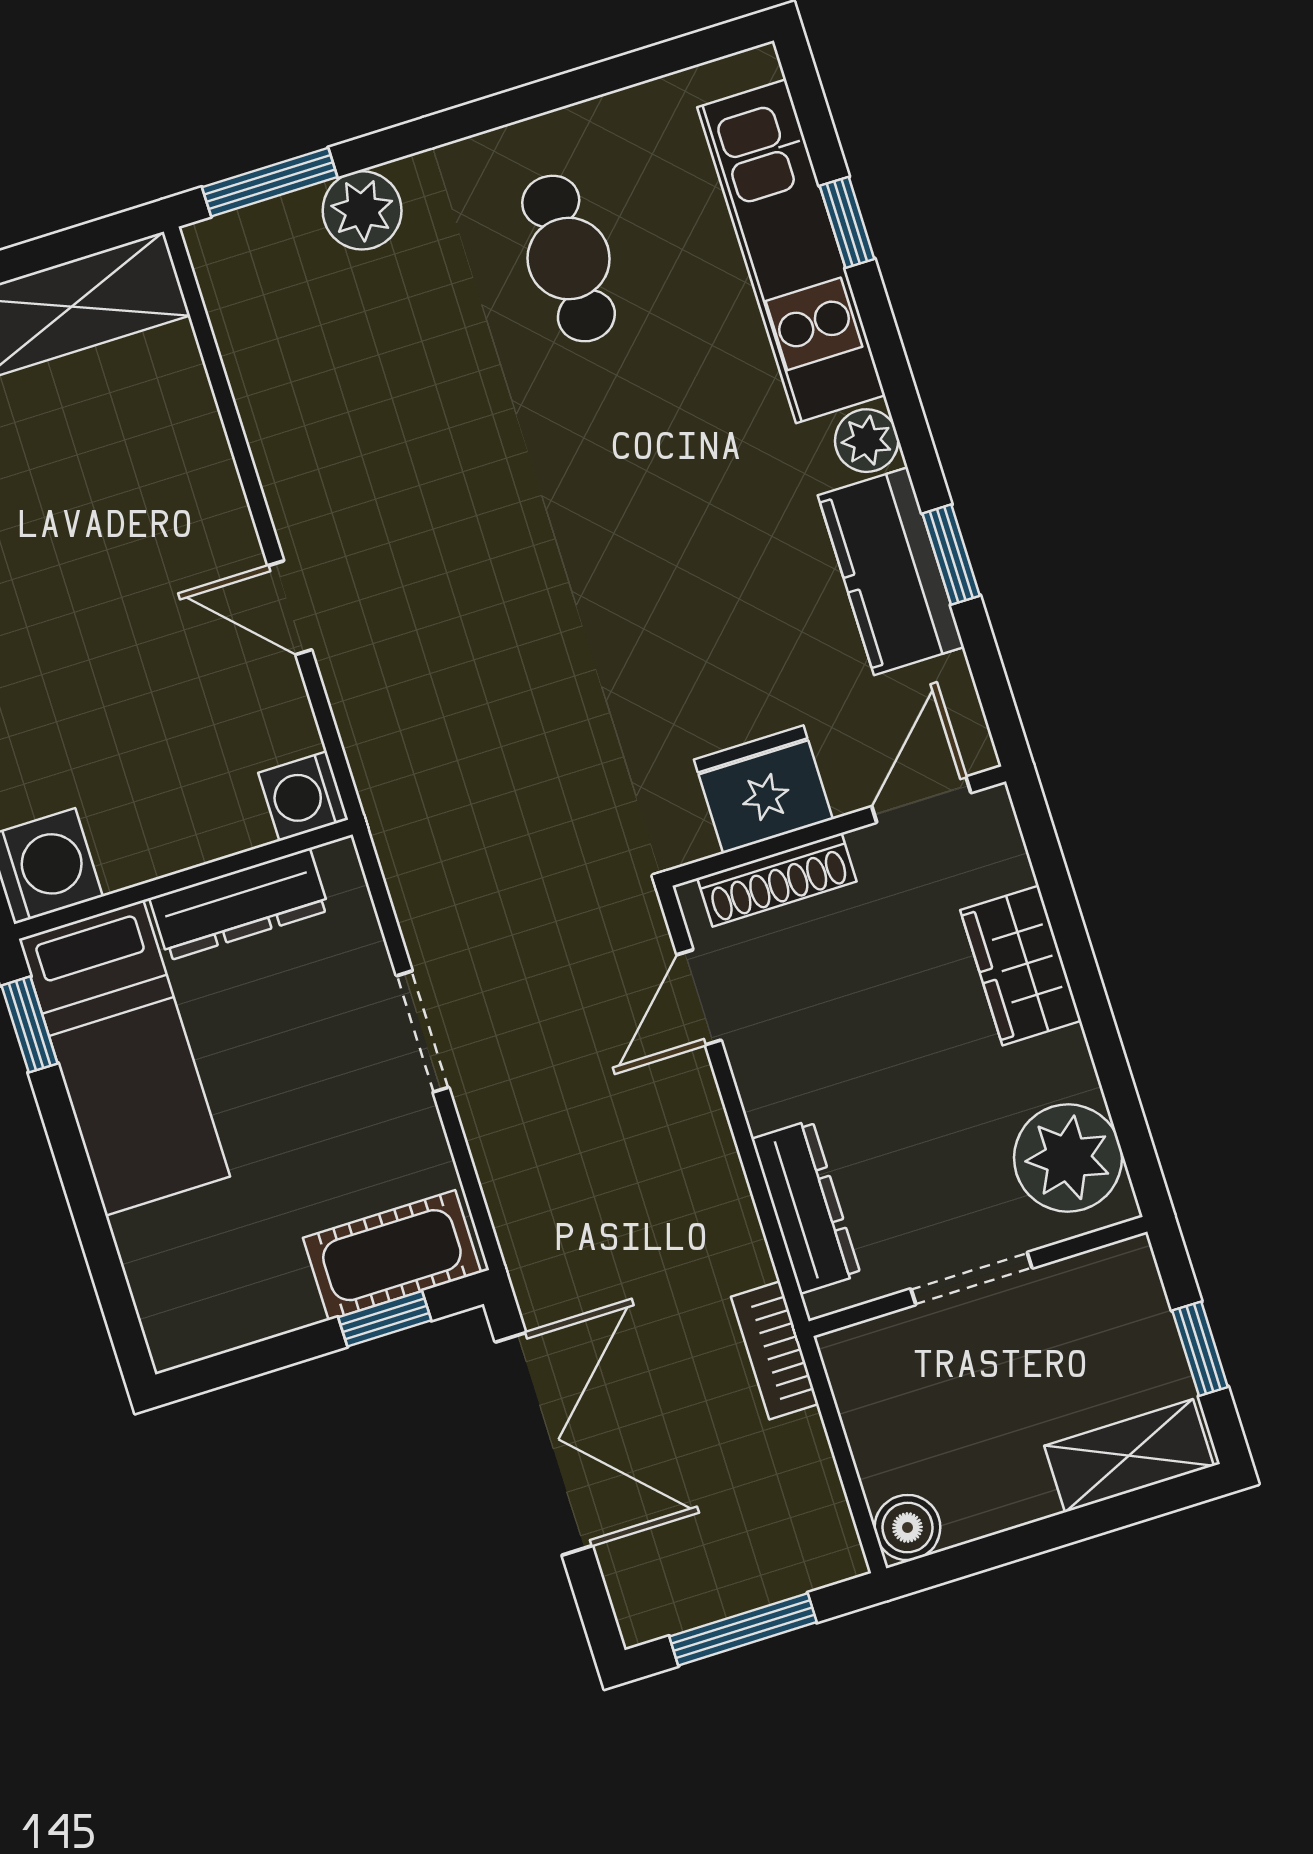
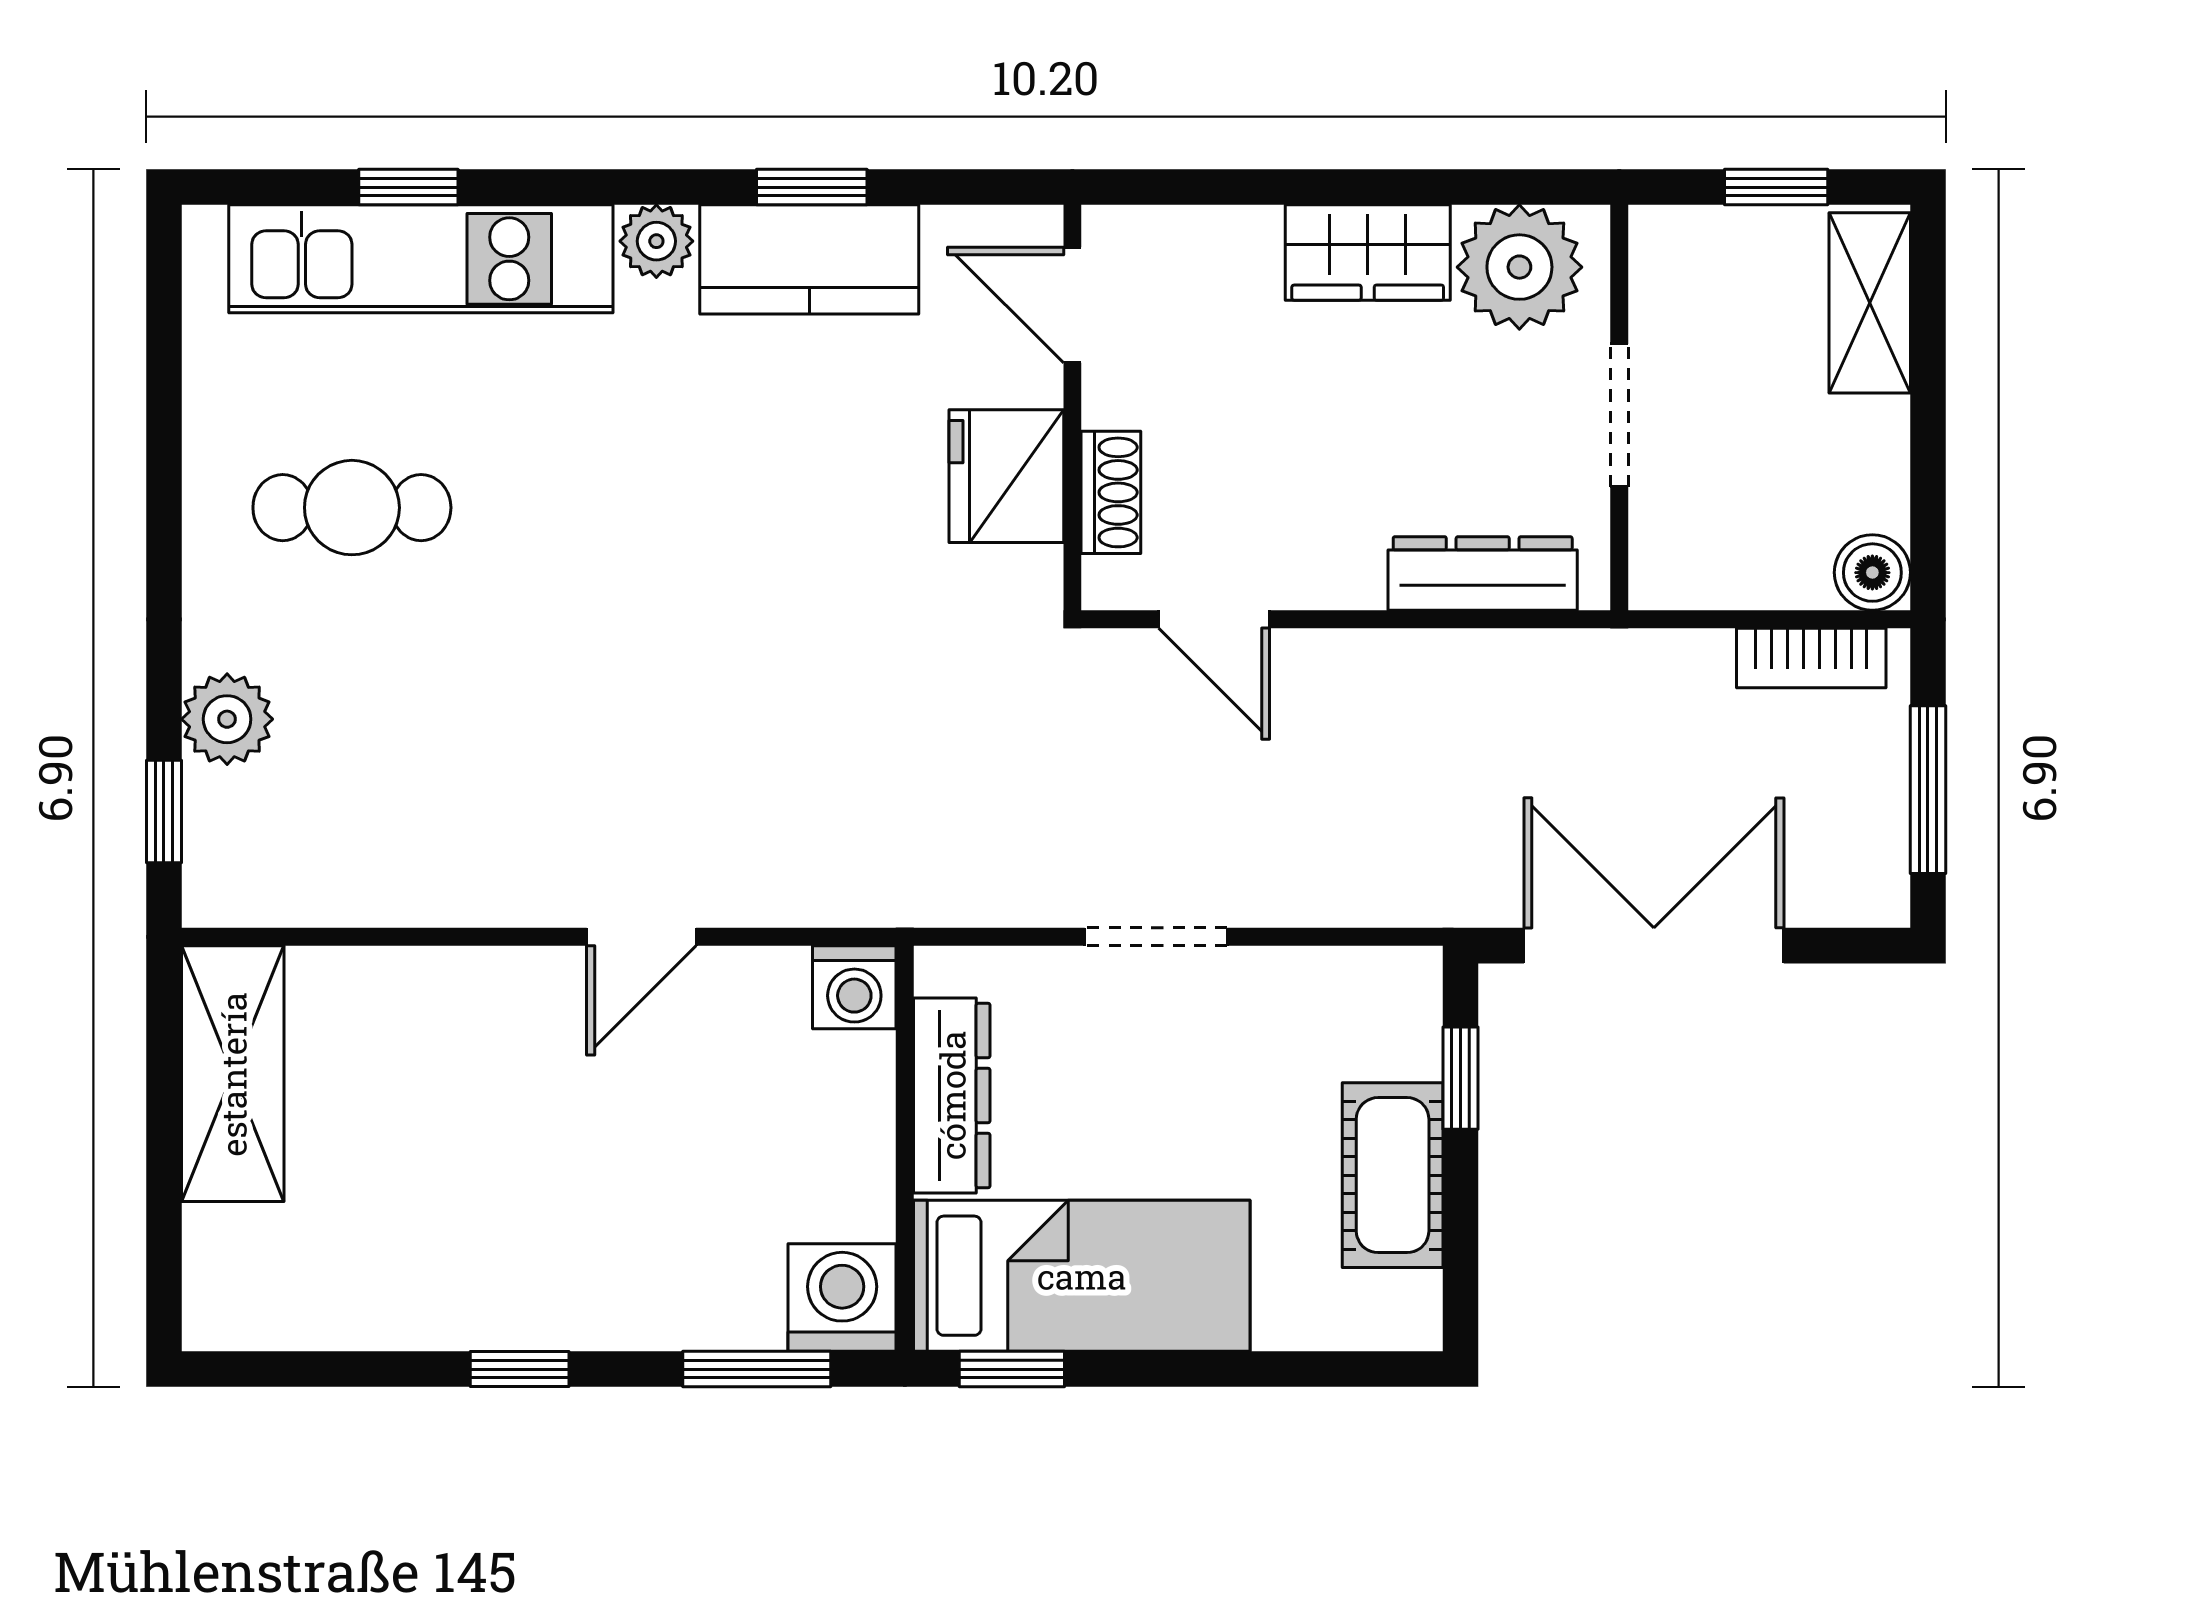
window: (270, 182) -> (164, 812), width x0.67
shoe rack: (777, 880) -> (1111, 492), width x0.70
wardrobe: (1021, 965) -> (1368, 253), moved
cot: (392, 1255) -> (1393, 1175), moved
bookcase: (775, 1350) -> (1811, 658), moved

